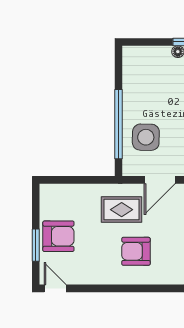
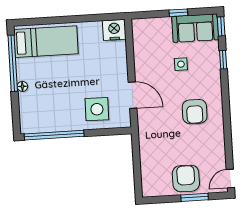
window: (119, 124) -> (54, 135), moved
rug: (122, 210) -> (160, 126), removed

